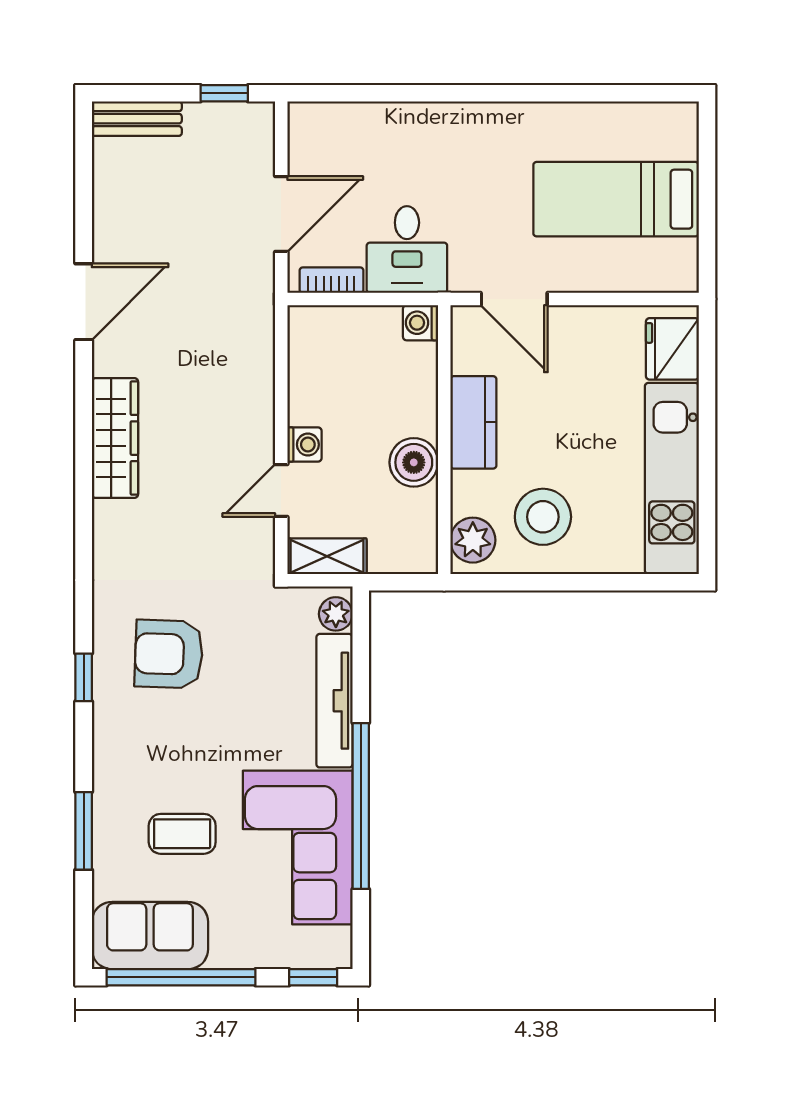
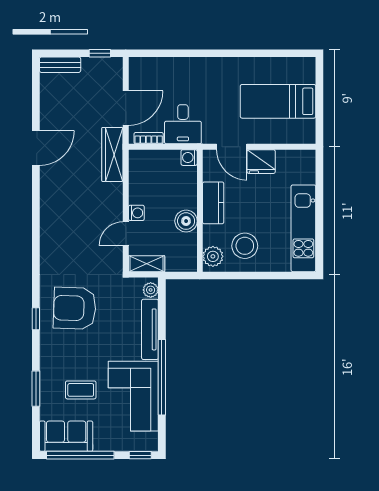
fridge: (672, 349) -> (261, 162), moved, turned -90
wardrobe: (115, 438) -> (112, 154), moved, turned 180
armchair: (169, 654) -> (75, 308), width x1.36, depth x1.36

